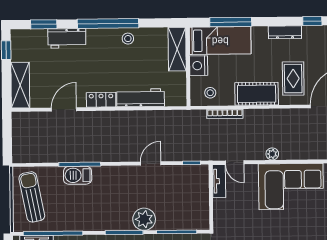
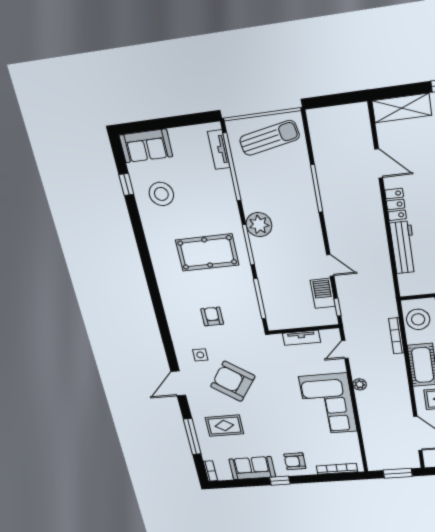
stool: (210, 93) -> (418, 319), width x1.89, depth x1.89
barbecue: (78, 175) -> (323, 293), moved
tv unit: (219, 181) -> (301, 338), moved
plant: (144, 219) -> (259, 225), moved

